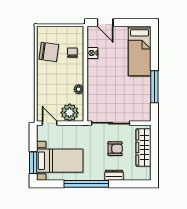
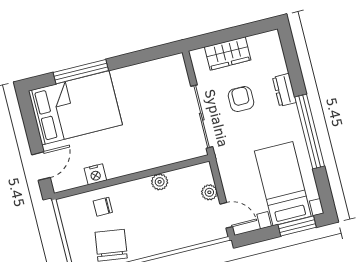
bed: (140, 51) -> (75, 108), width x1.50
window: (154, 87) -> (81, 72), moved
plant: (70, 113) -> (209, 192), width x0.53, depth x0.53
door: (50, 123) -> (226, 215), swing flipped
wardrobe: (143, 148) -> (228, 53), width x0.67

